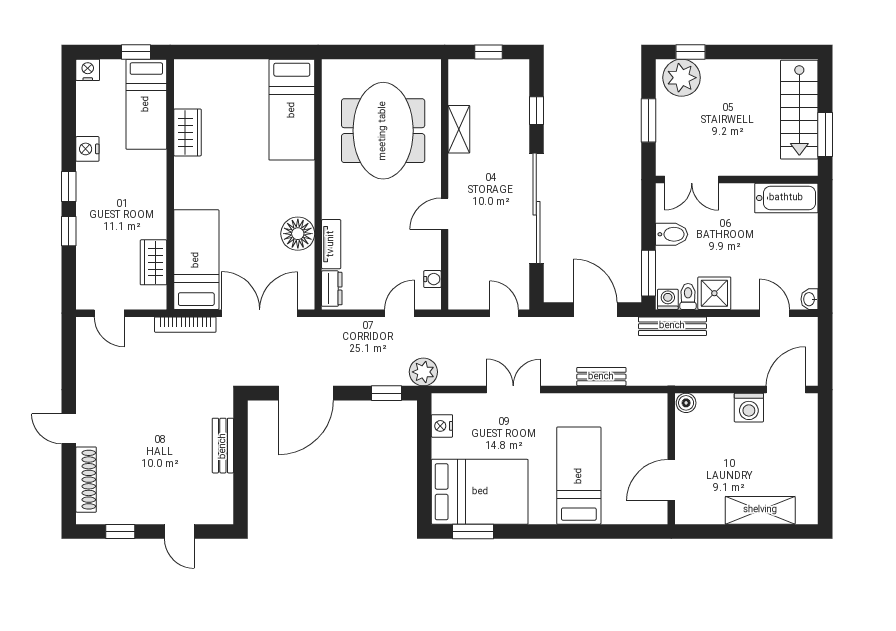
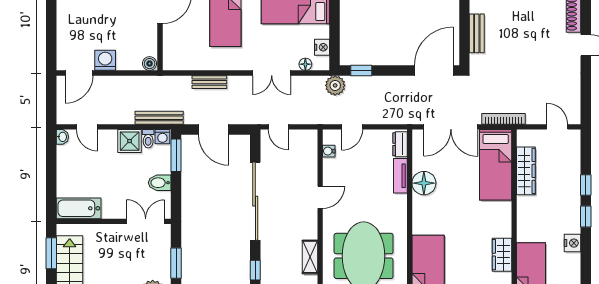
wardrobe: (153, 262) -> (526, 171), width x1.50
door: (306, 393) -> (434, 70), moved
floor lamp: (466, 402) -> (305, 64), added

